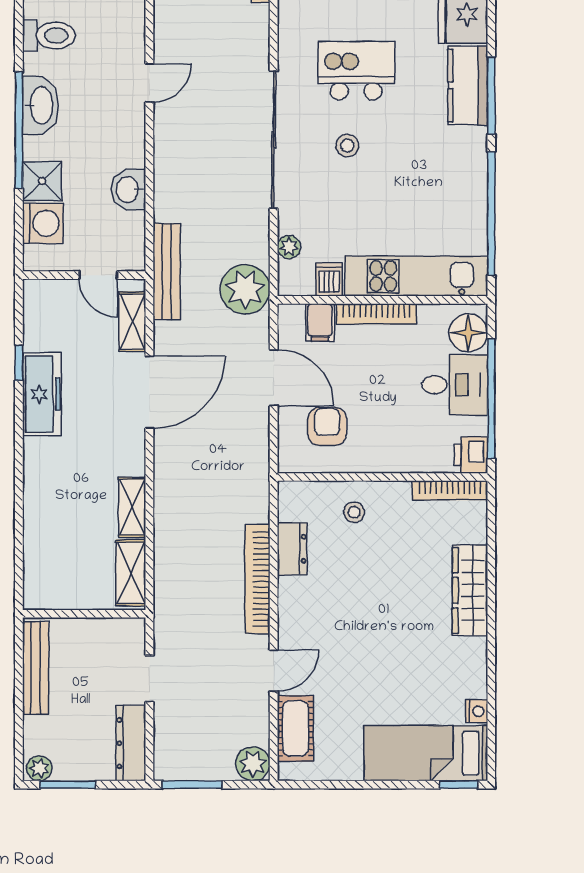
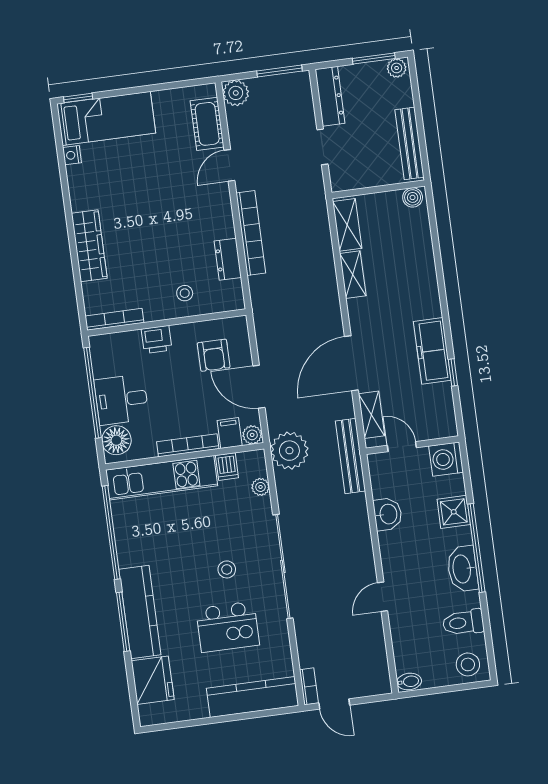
kitchen counter: (468, 85) -> (140, 612), width x1.50
washing machine: (43, 223) -> (446, 459), moved
plant: (291, 316) -> (252, 435), added
printer: (471, 455) -> (157, 340), moved, turned 90
boiler: (41, 597) -> (413, 197), added

